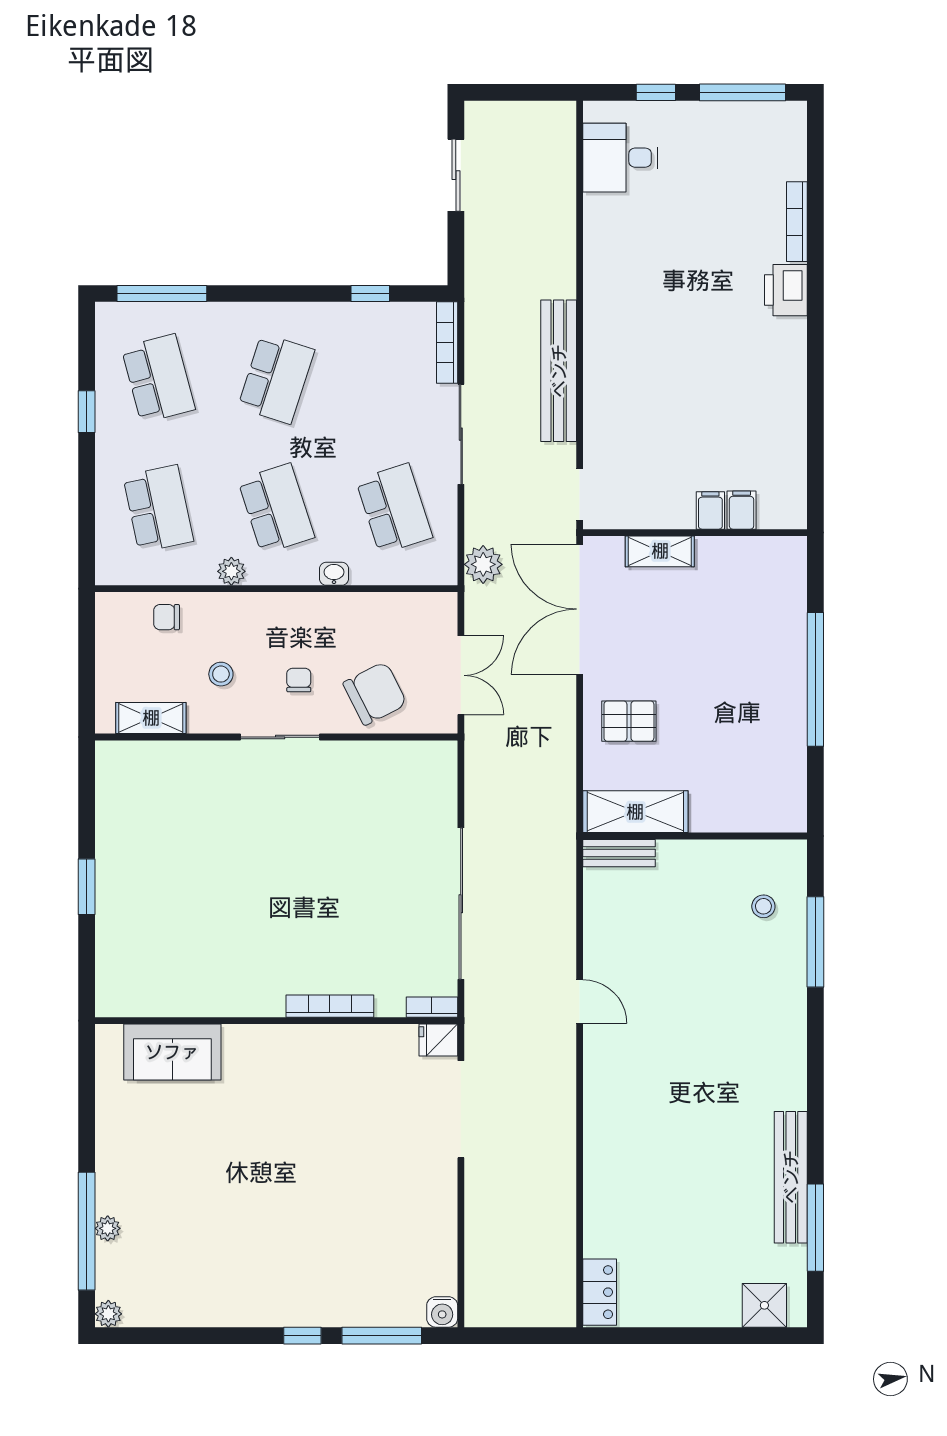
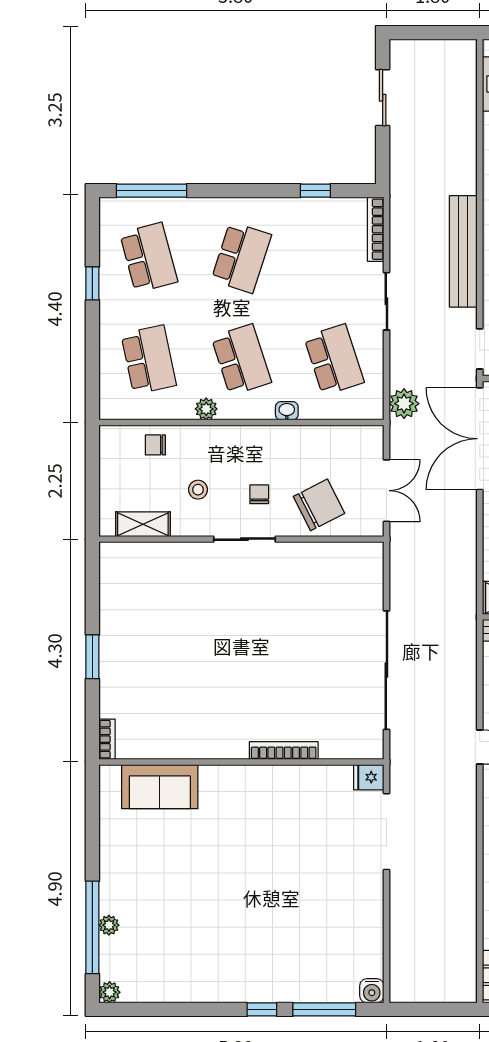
sliding door: (461, 434) -> (386, 301), width x0.73
bookcase: (432, 1007) -> (107, 739), moved, turned 90

